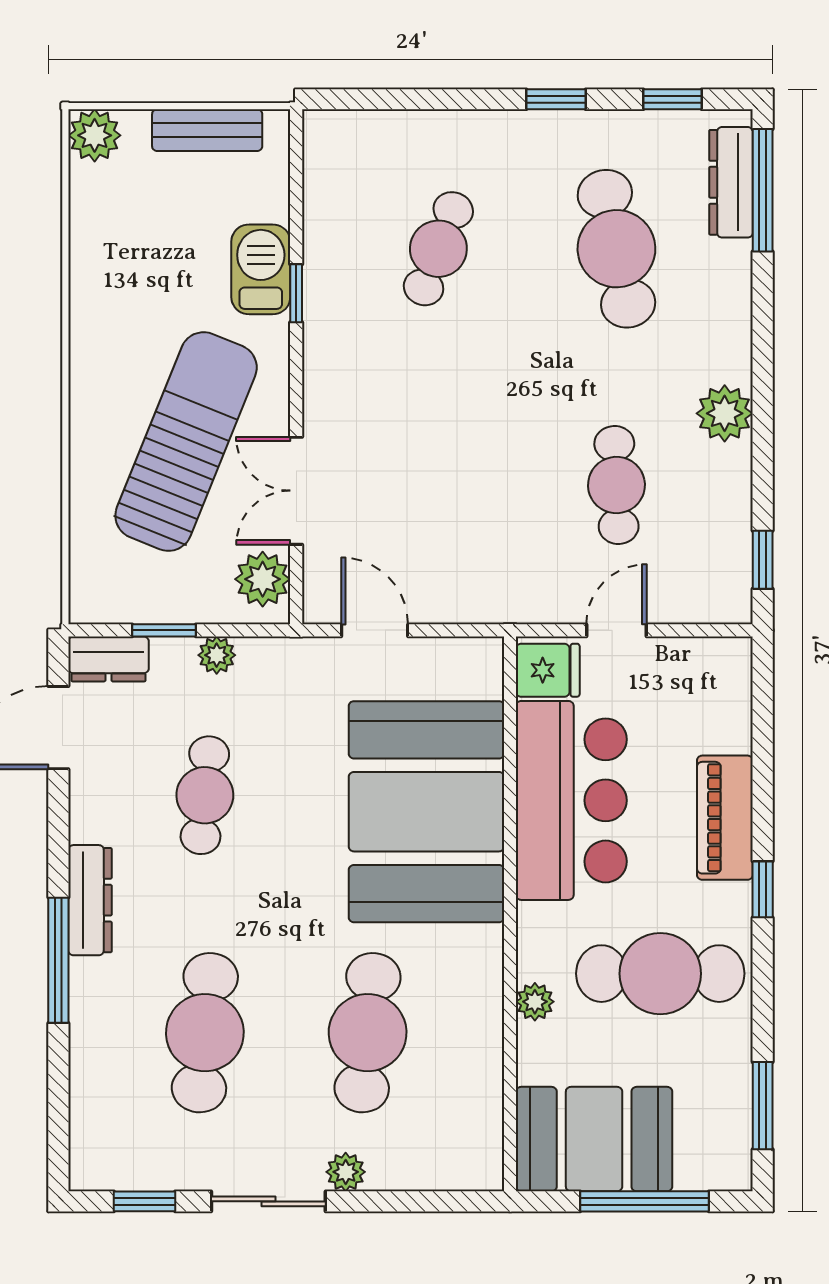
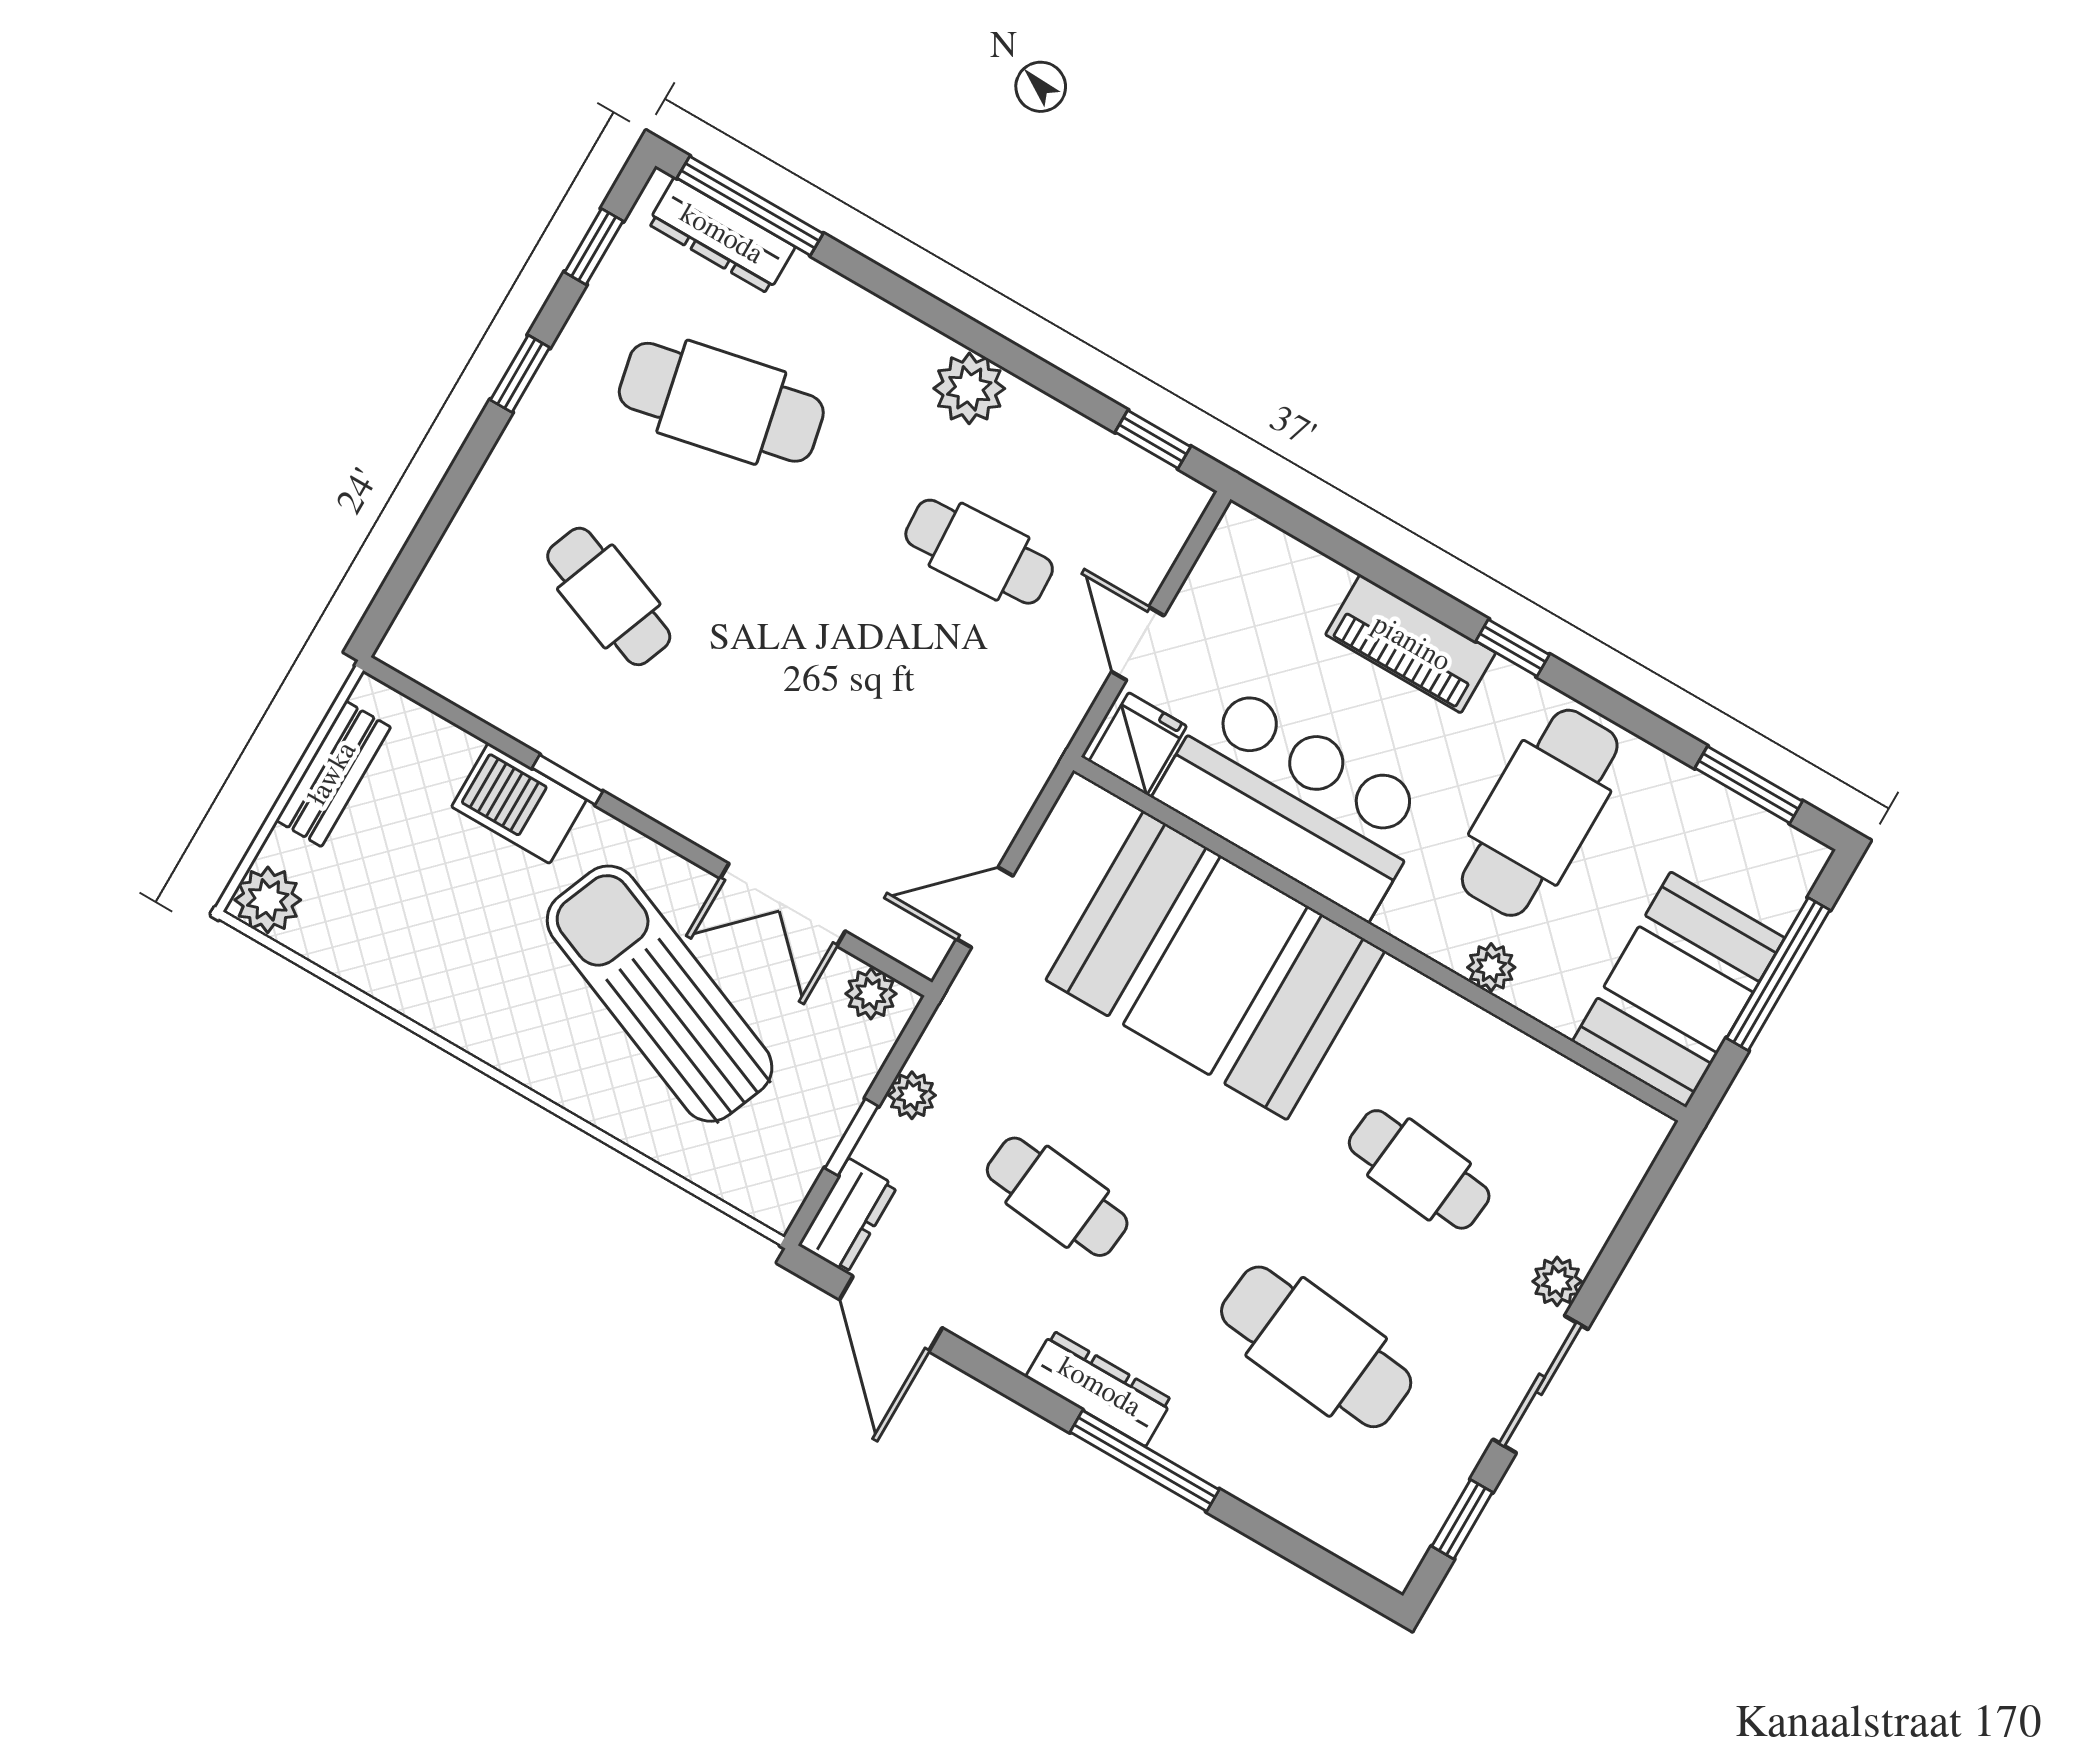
plant: (263, 579) -> (871, 994), width x0.73, depth x0.73
cafe table: (368, 1033) -> (1419, 1169), width x0.73, depth x0.74

